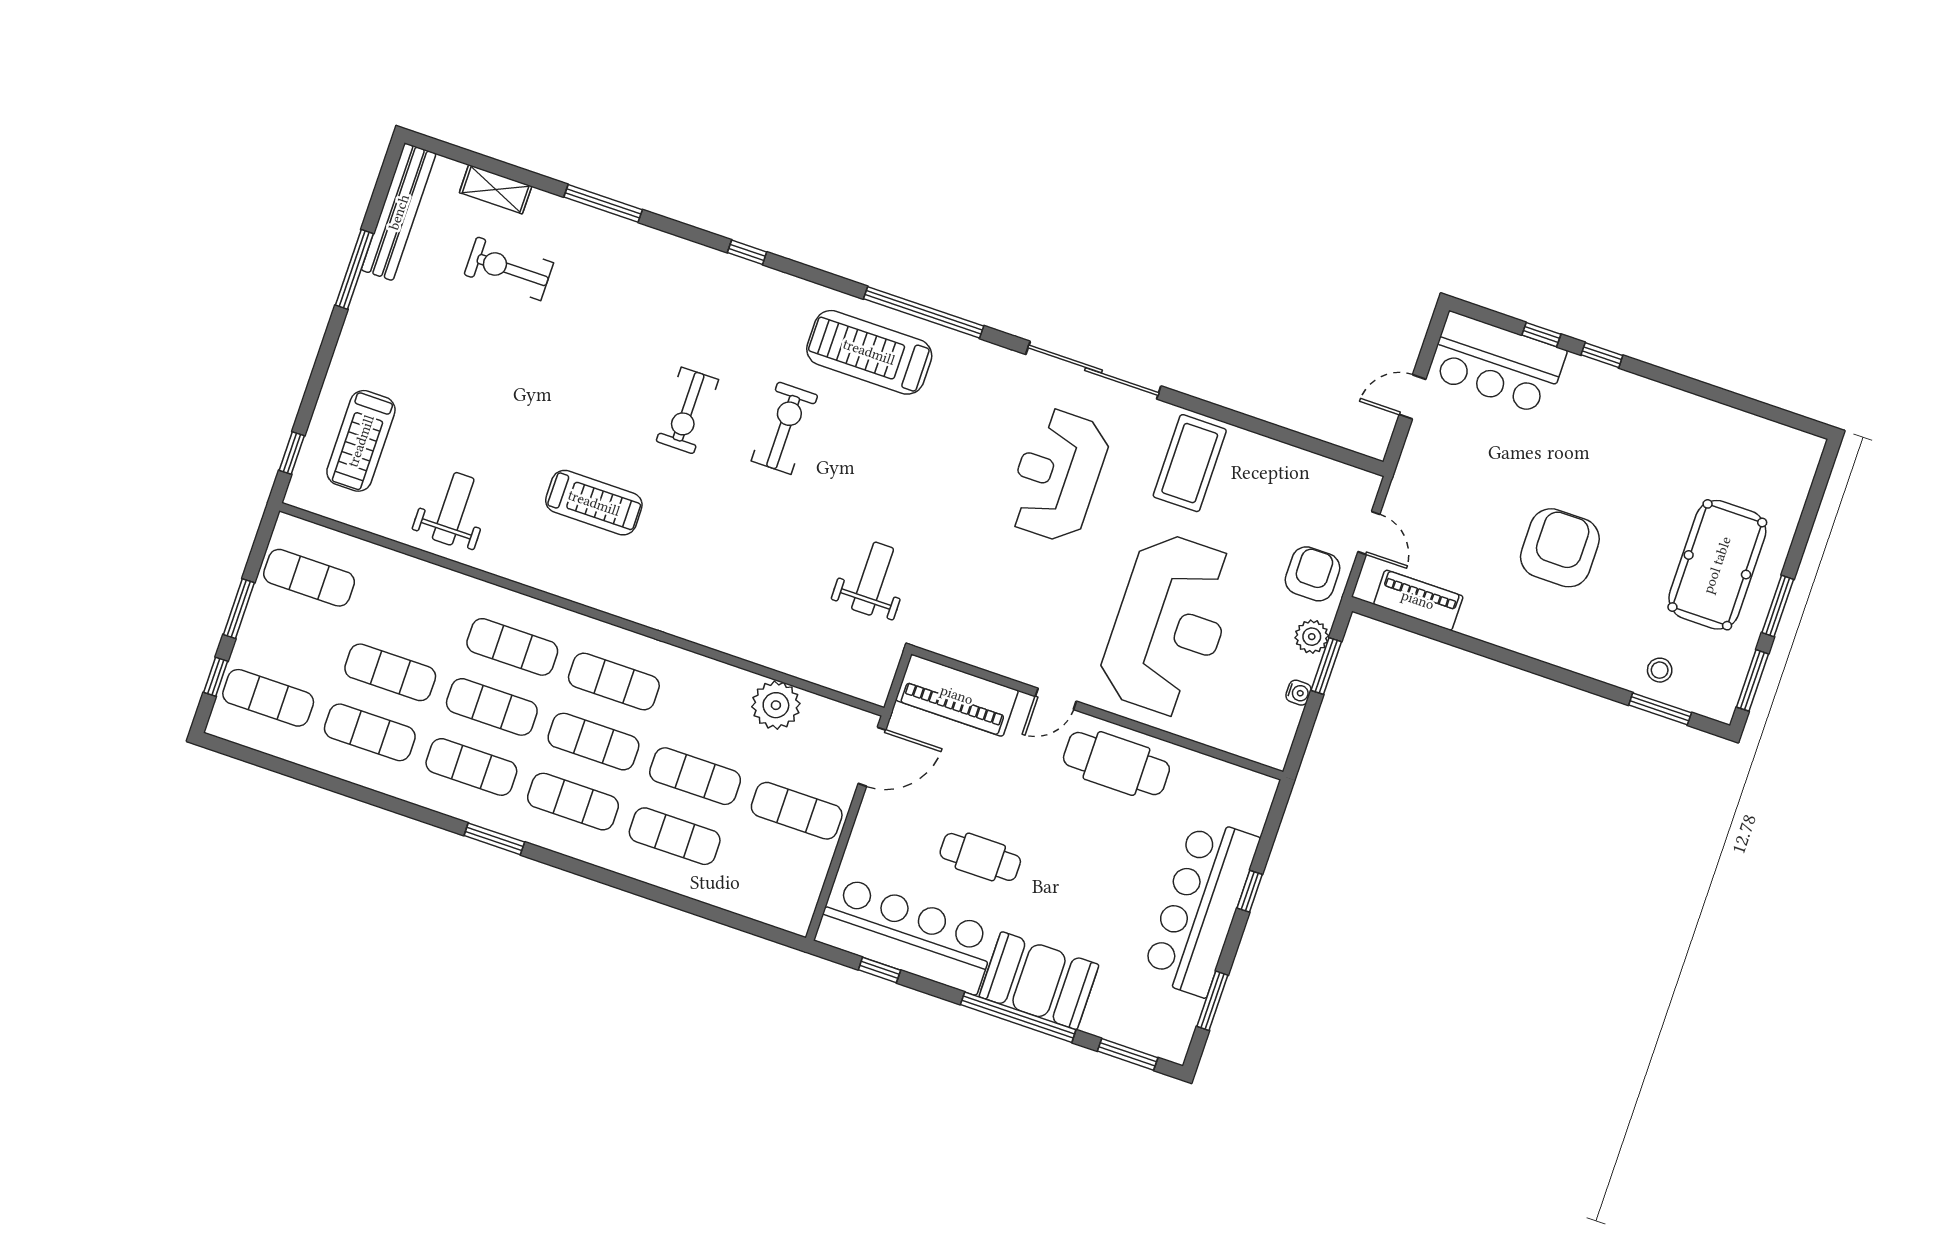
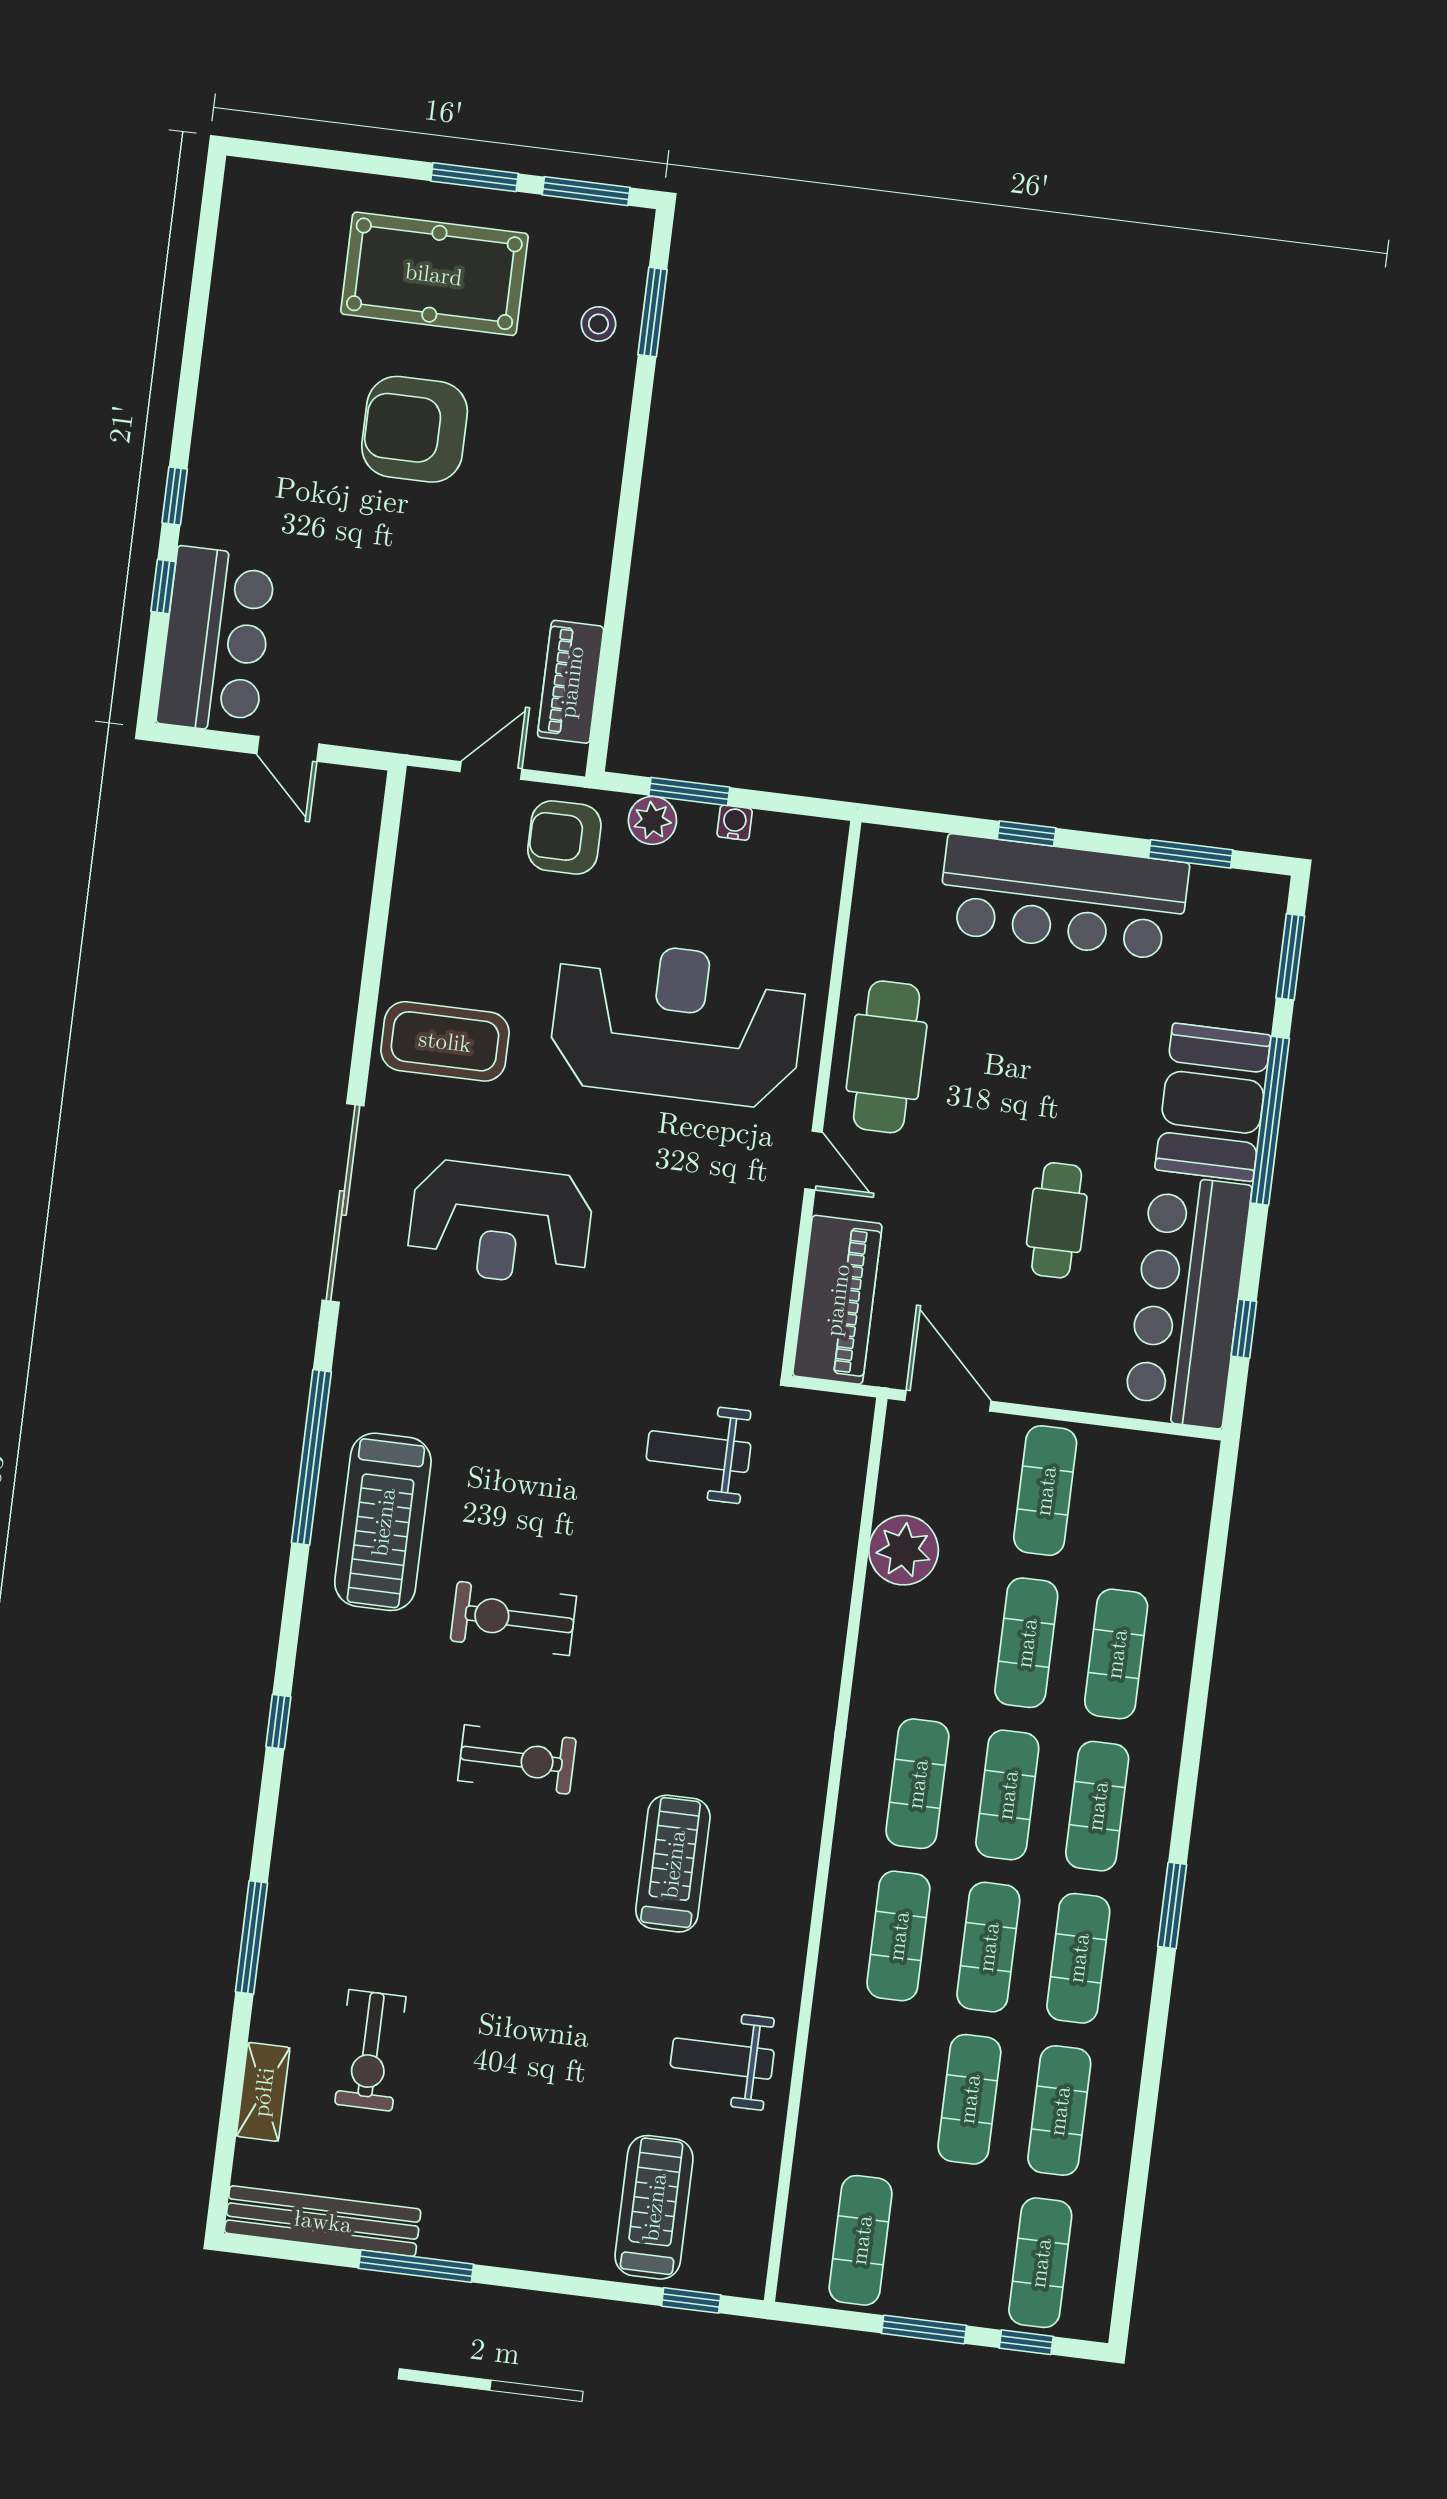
treadmill: (361, 441) -> (654, 2207), turned -90
armchair: (1560, 548) -> (415, 429), moved

